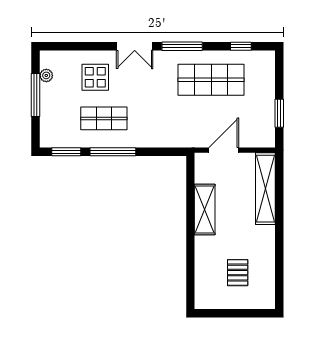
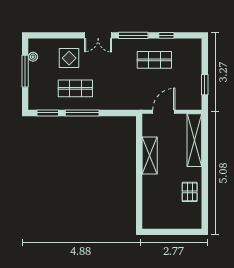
window: (241, 46) -> (166, 35), moved
shop shelf: (211, 80) -> (154, 60), width x0.70, depth x0.74
pallet: (238, 273) -> (190, 192), moved

